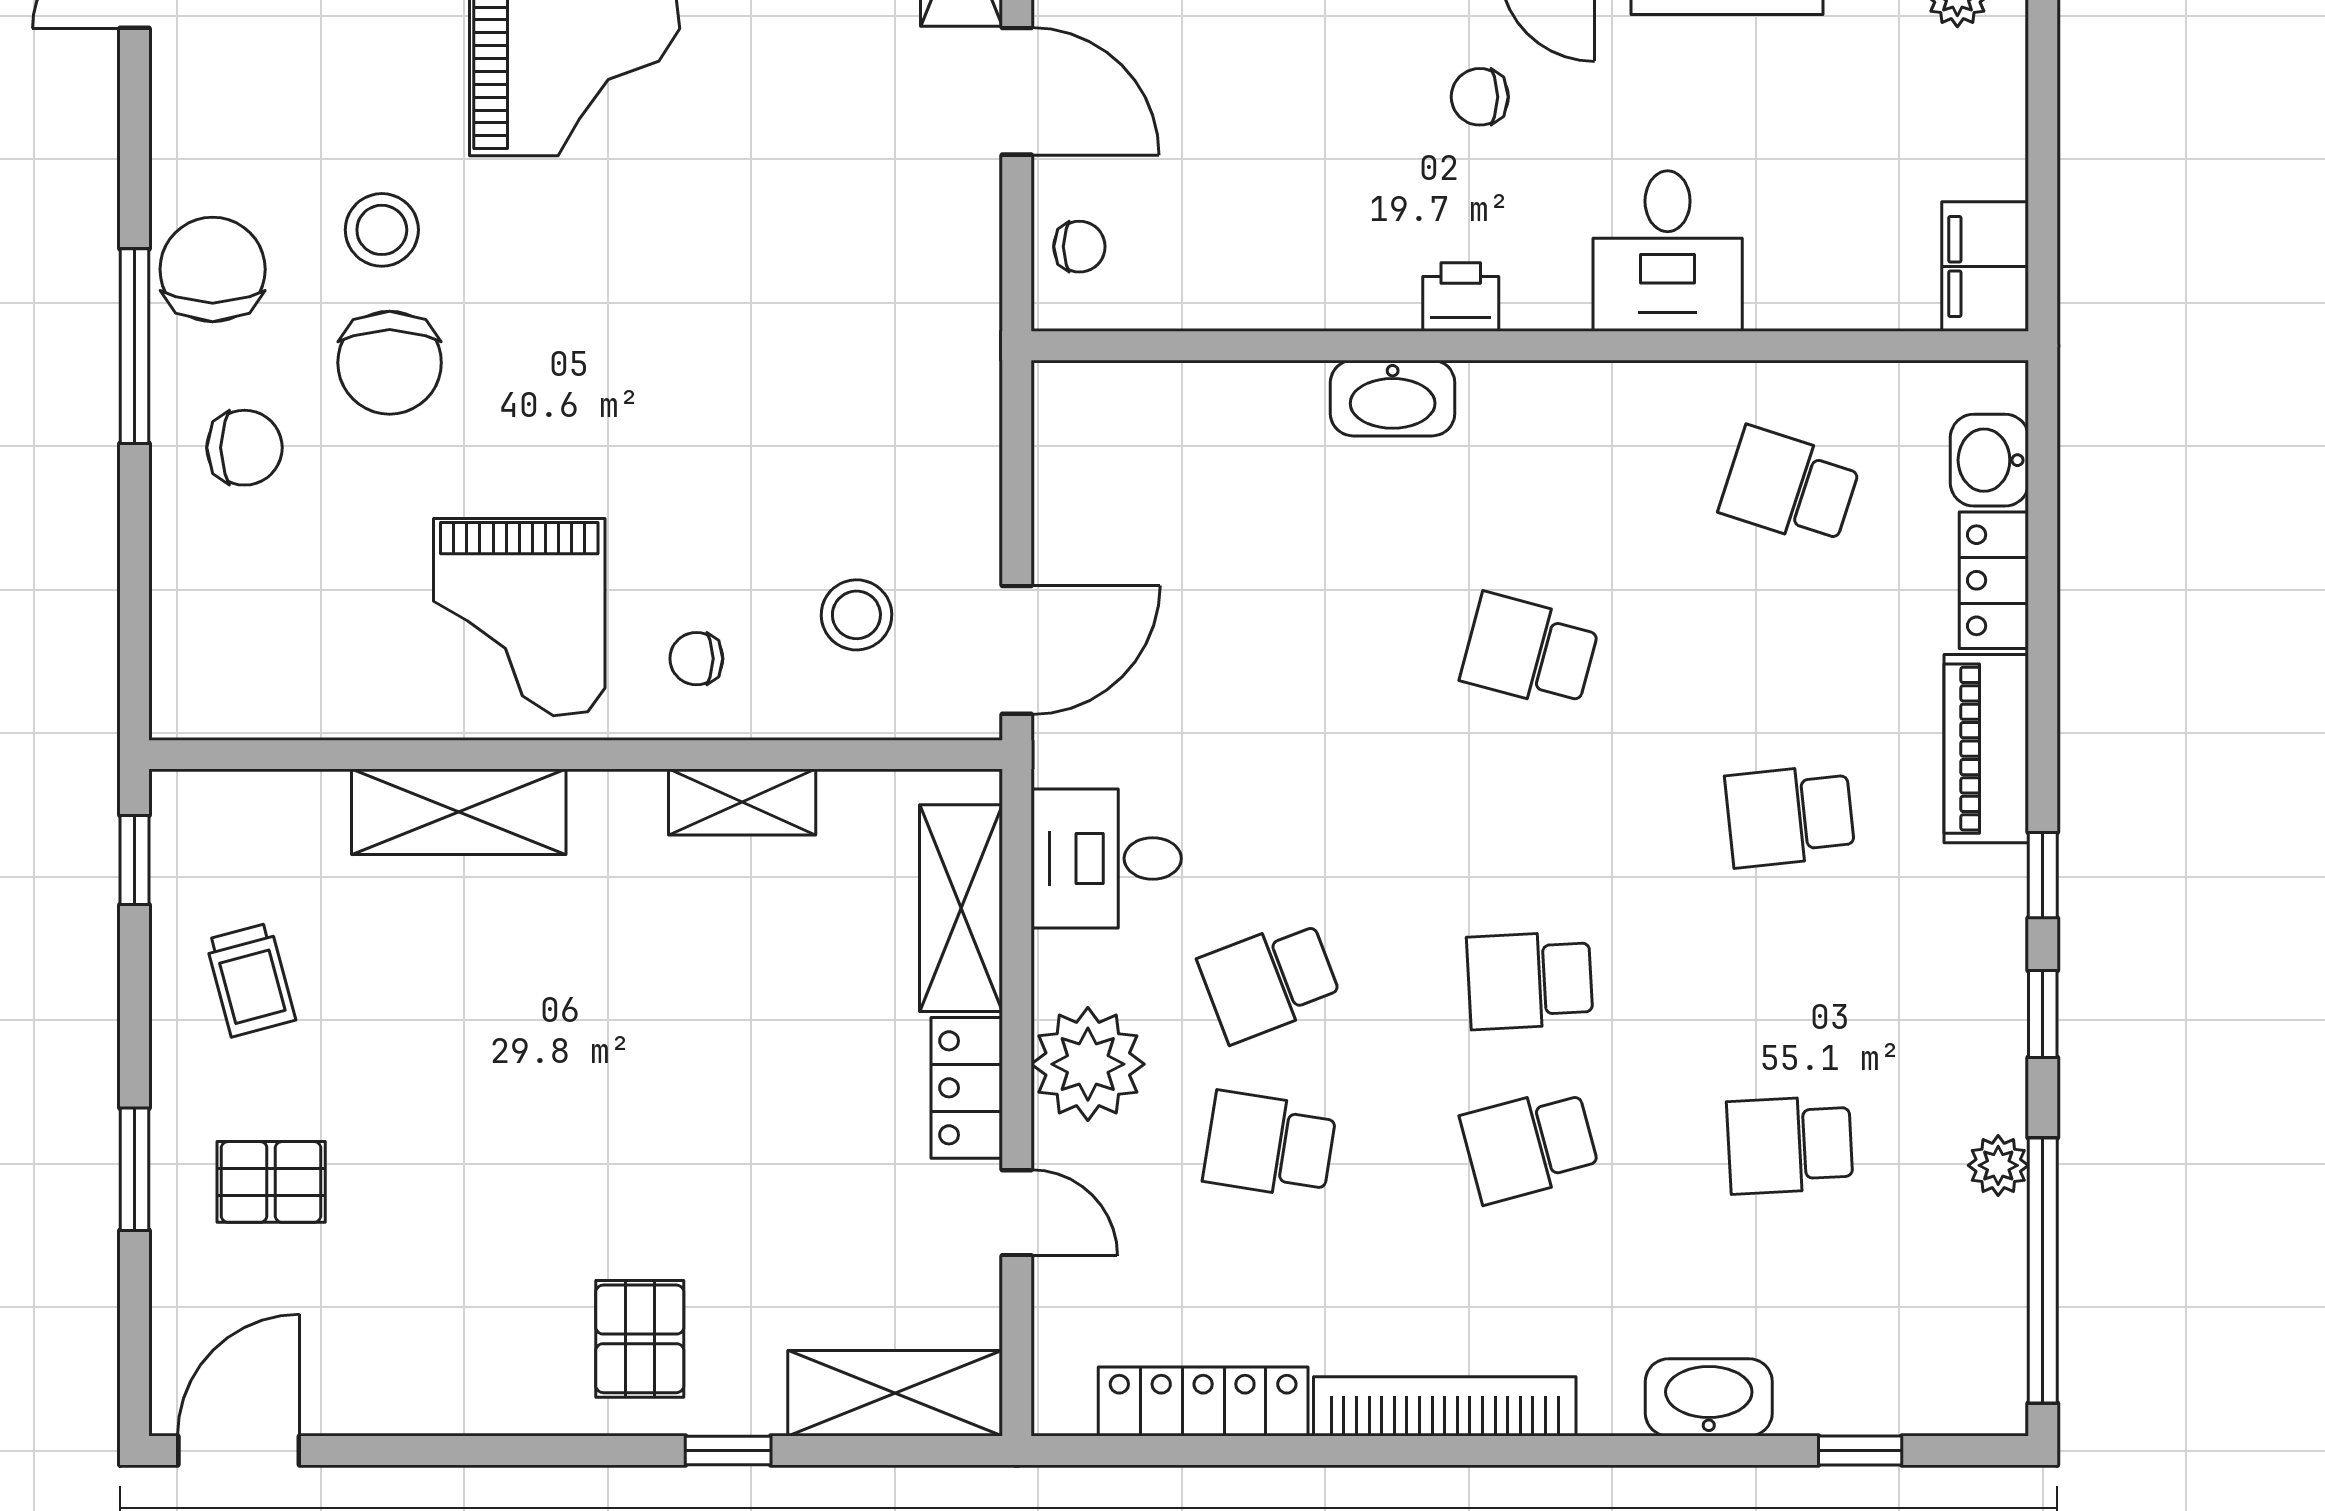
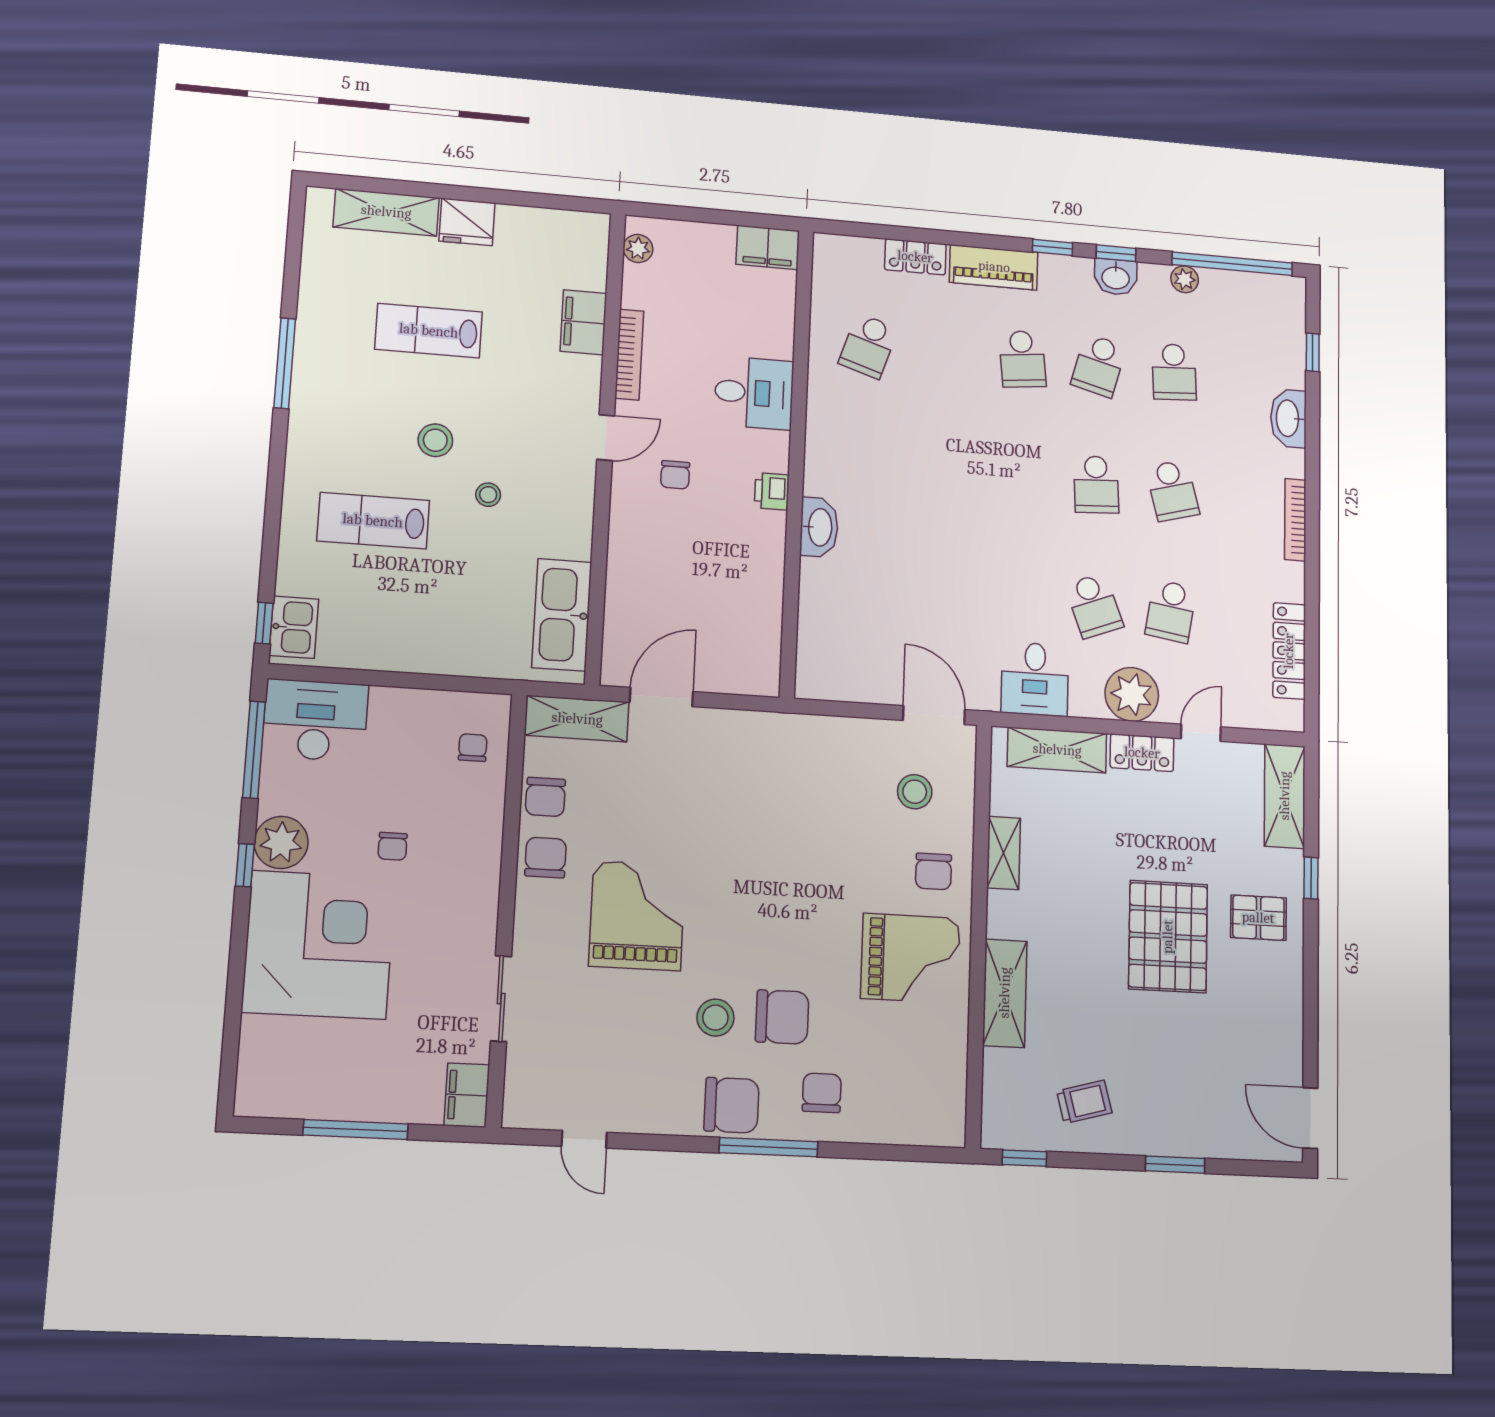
chair: (1079, 247) -> (739, 672), removed
chair: (213, 269) -> (732, 1105), turned 180
washbasin: (1989, 460) -> (1116, 277), moved
school desk: (1530, 651) -> (1099, 366), moved
chair: (696, 659) -> (933, 871), width x1.37, depth x1.37
pallet: (271, 1182) -> (1168, 937), moved, width x2.05, depth x2.00
bookcase: (1445, 1406) -> (1295, 520), width x0.68, depth x0.76

